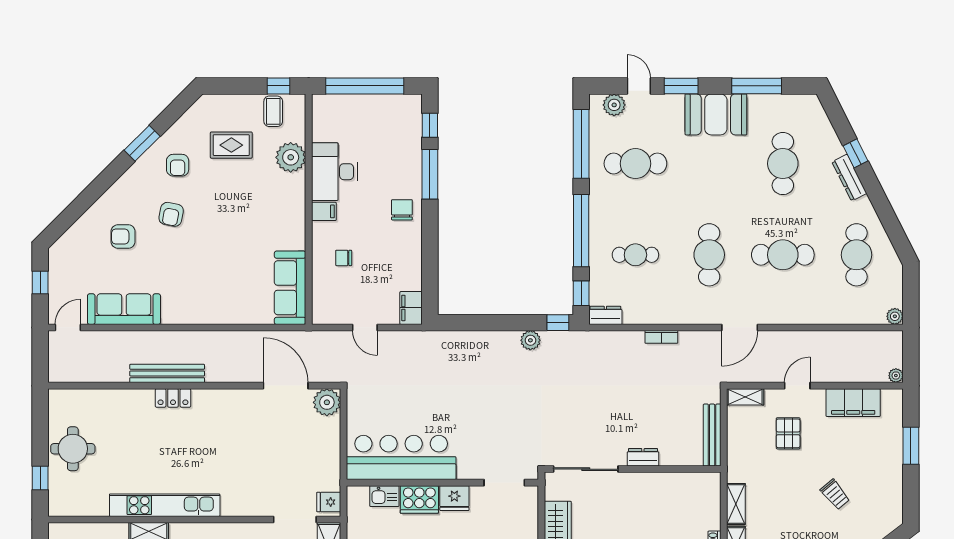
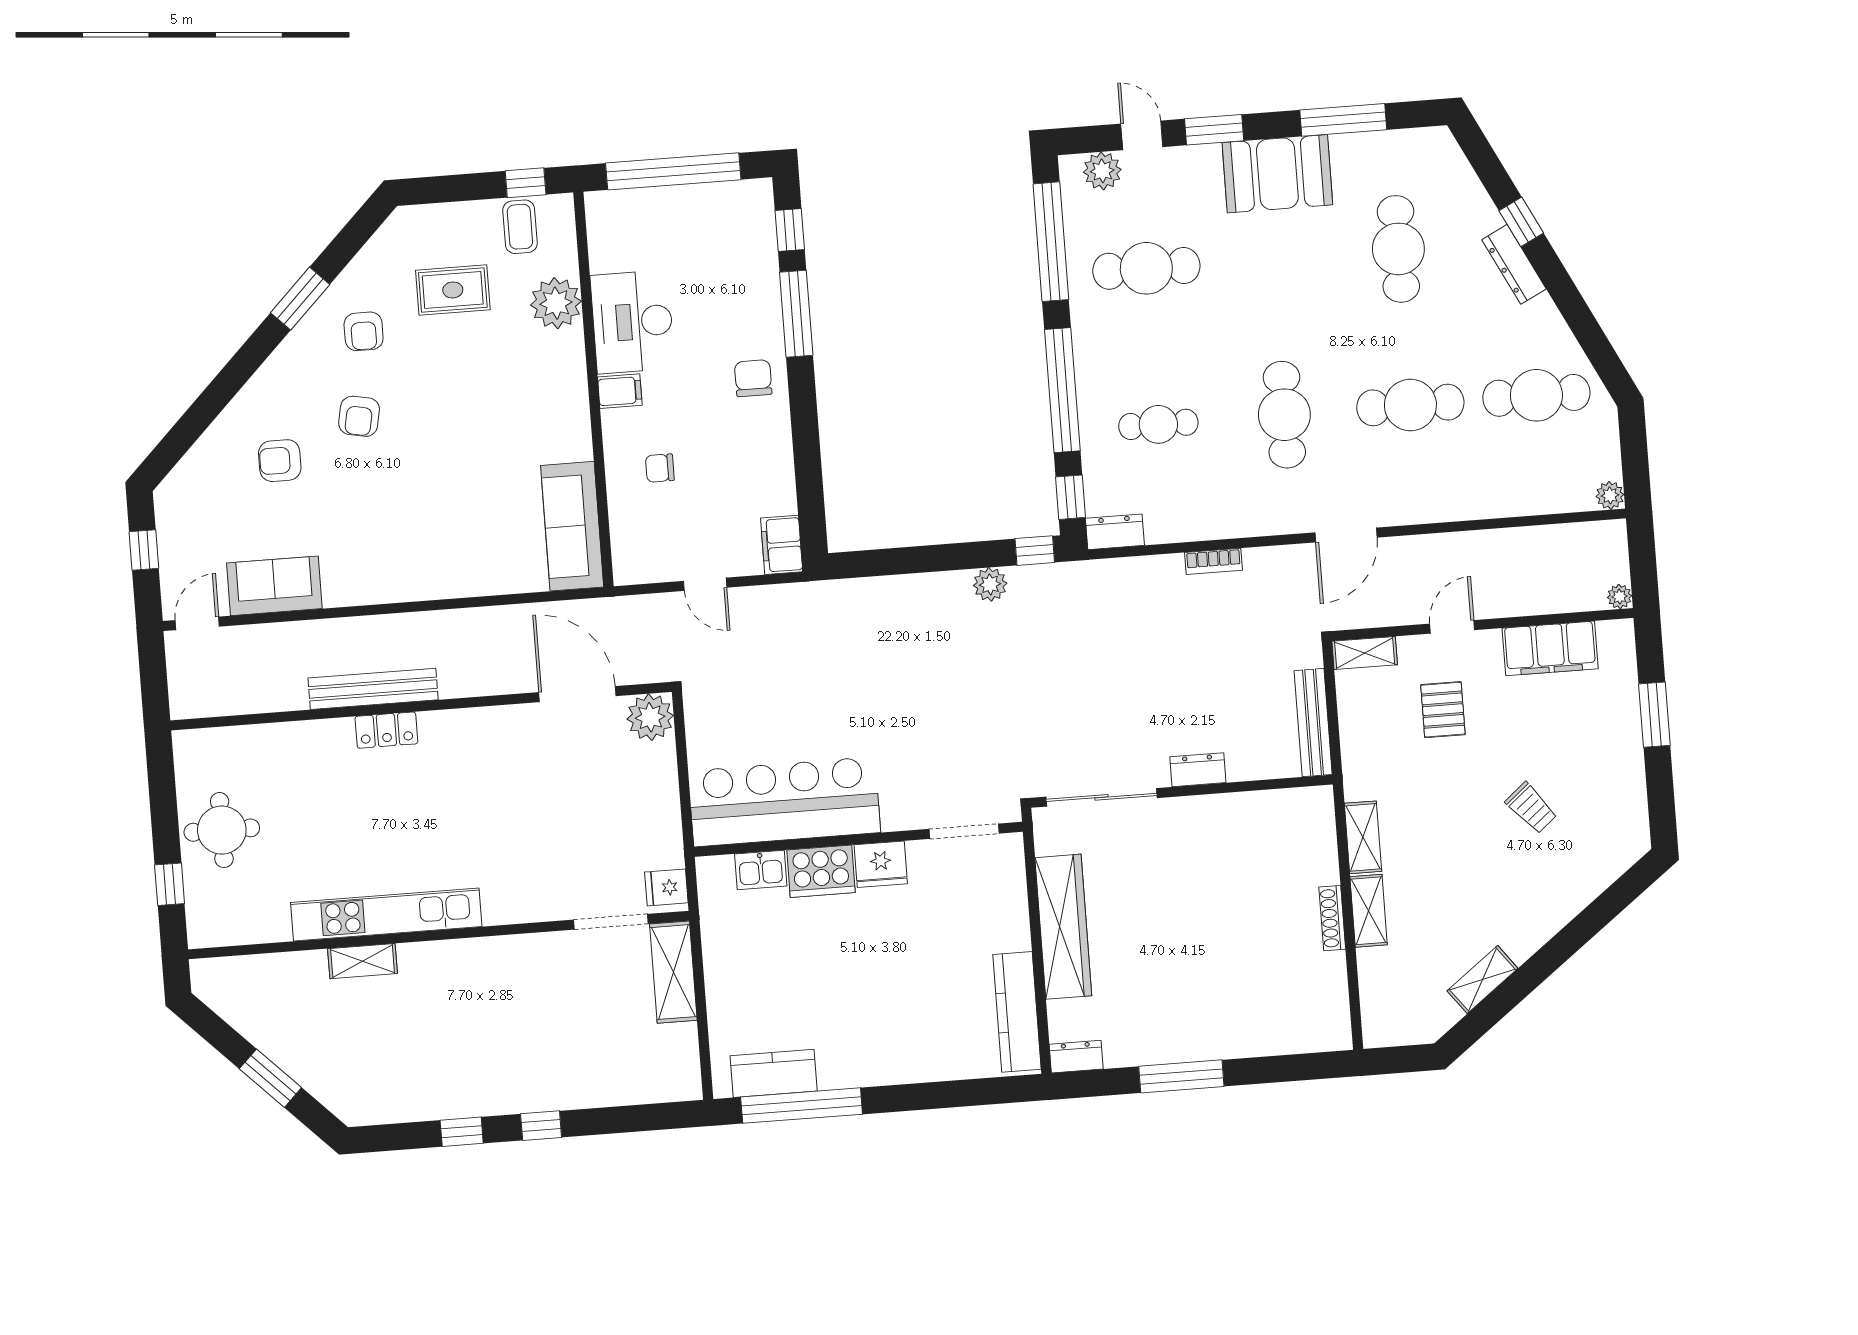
cafe table: (857, 255) -> (1536, 395), turned 90
sofa: (124, 309) -> (274, 586), width x0.73

